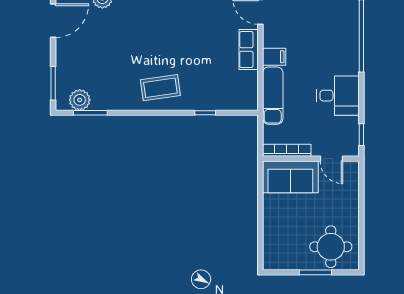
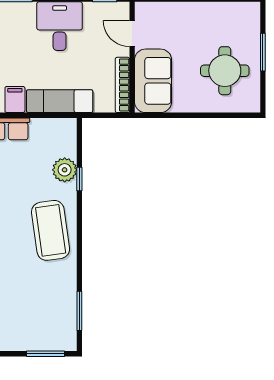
coffee table: (160, 88) -> (51, 230), width x1.36, depth x1.32
plant: (80, 100) -> (65, 170), moved
door: (331, 159) -> (132, 34), swing flipped
round table: (331, 247) -> (225, 71), moved

